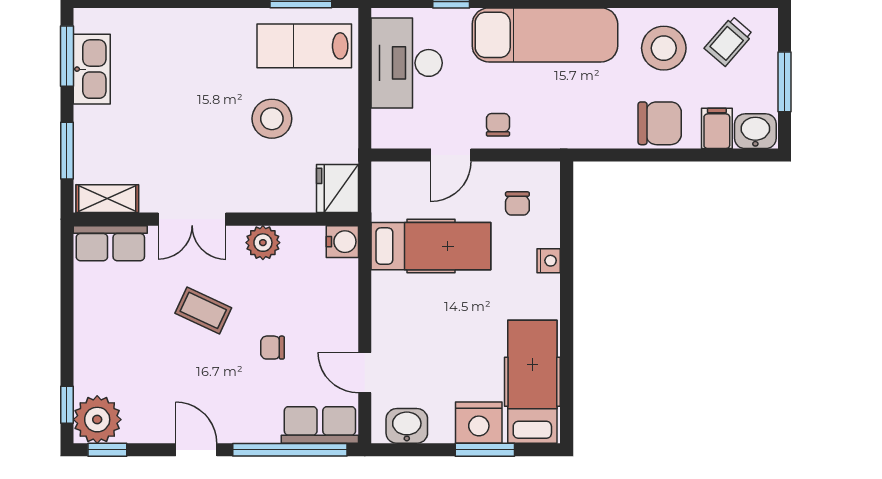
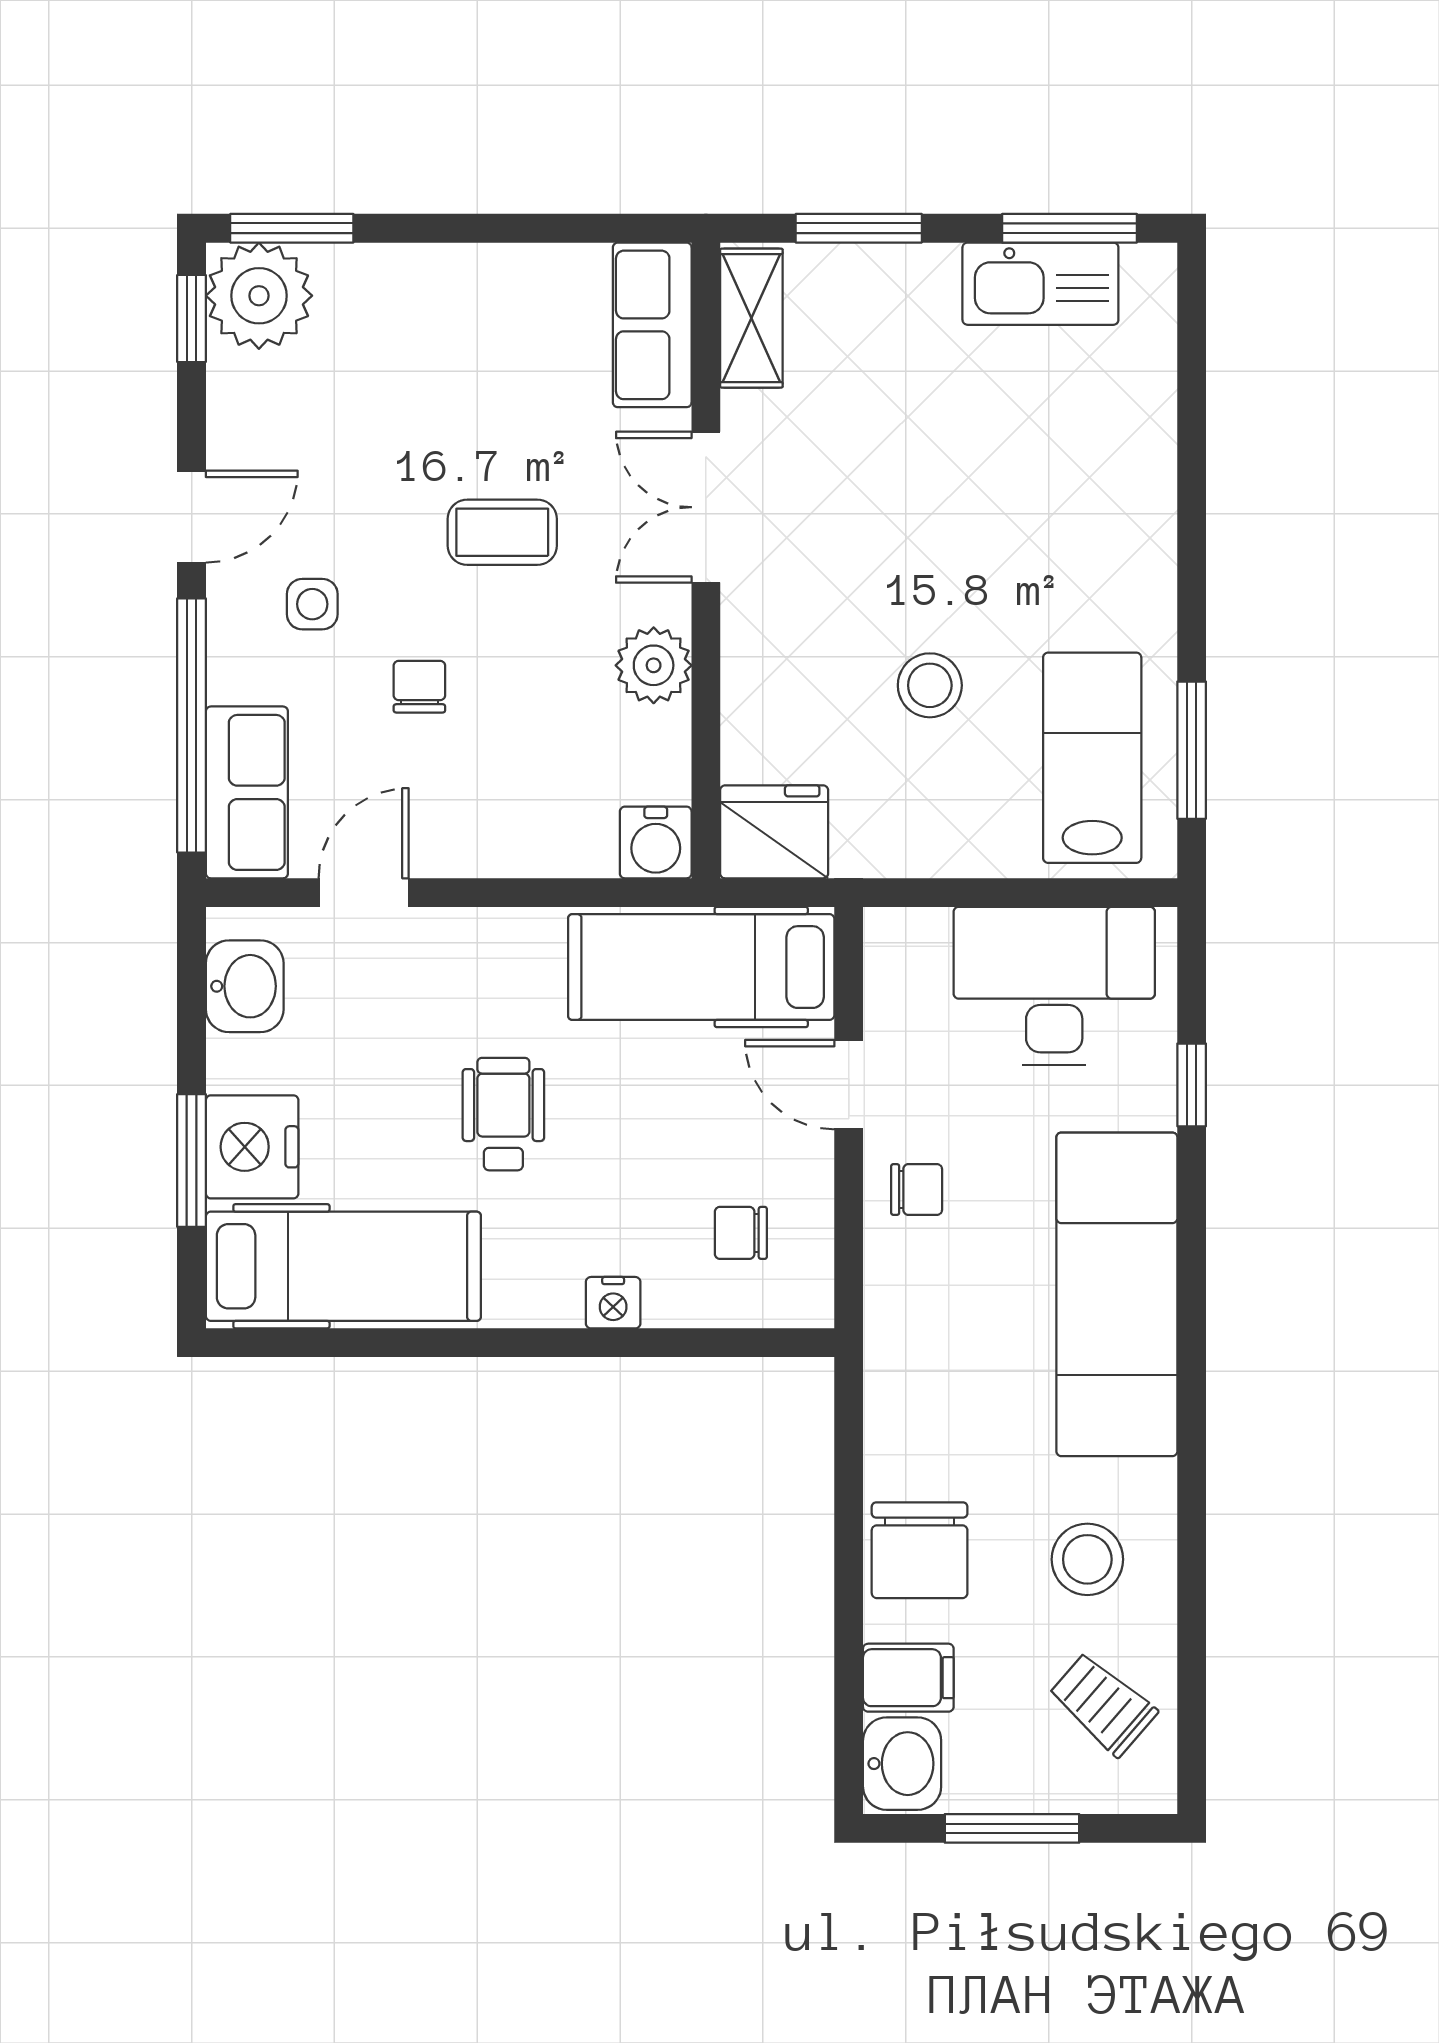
stool: (664, 48) -> (1087, 1559), width x0.73, depth x0.73
stool: (272, 119) -> (930, 685), width x0.73, depth x0.73
hospital bed: (431, 246) -> (701, 967), moved, turned 90
coffee table: (203, 310) -> (502, 532), turned 65
wheelchair: (464, 310) -> (503, 1114), added
side table: (235, 396) -> (312, 604), added
window: (67, 405) -> (292, 228), width x1.50

